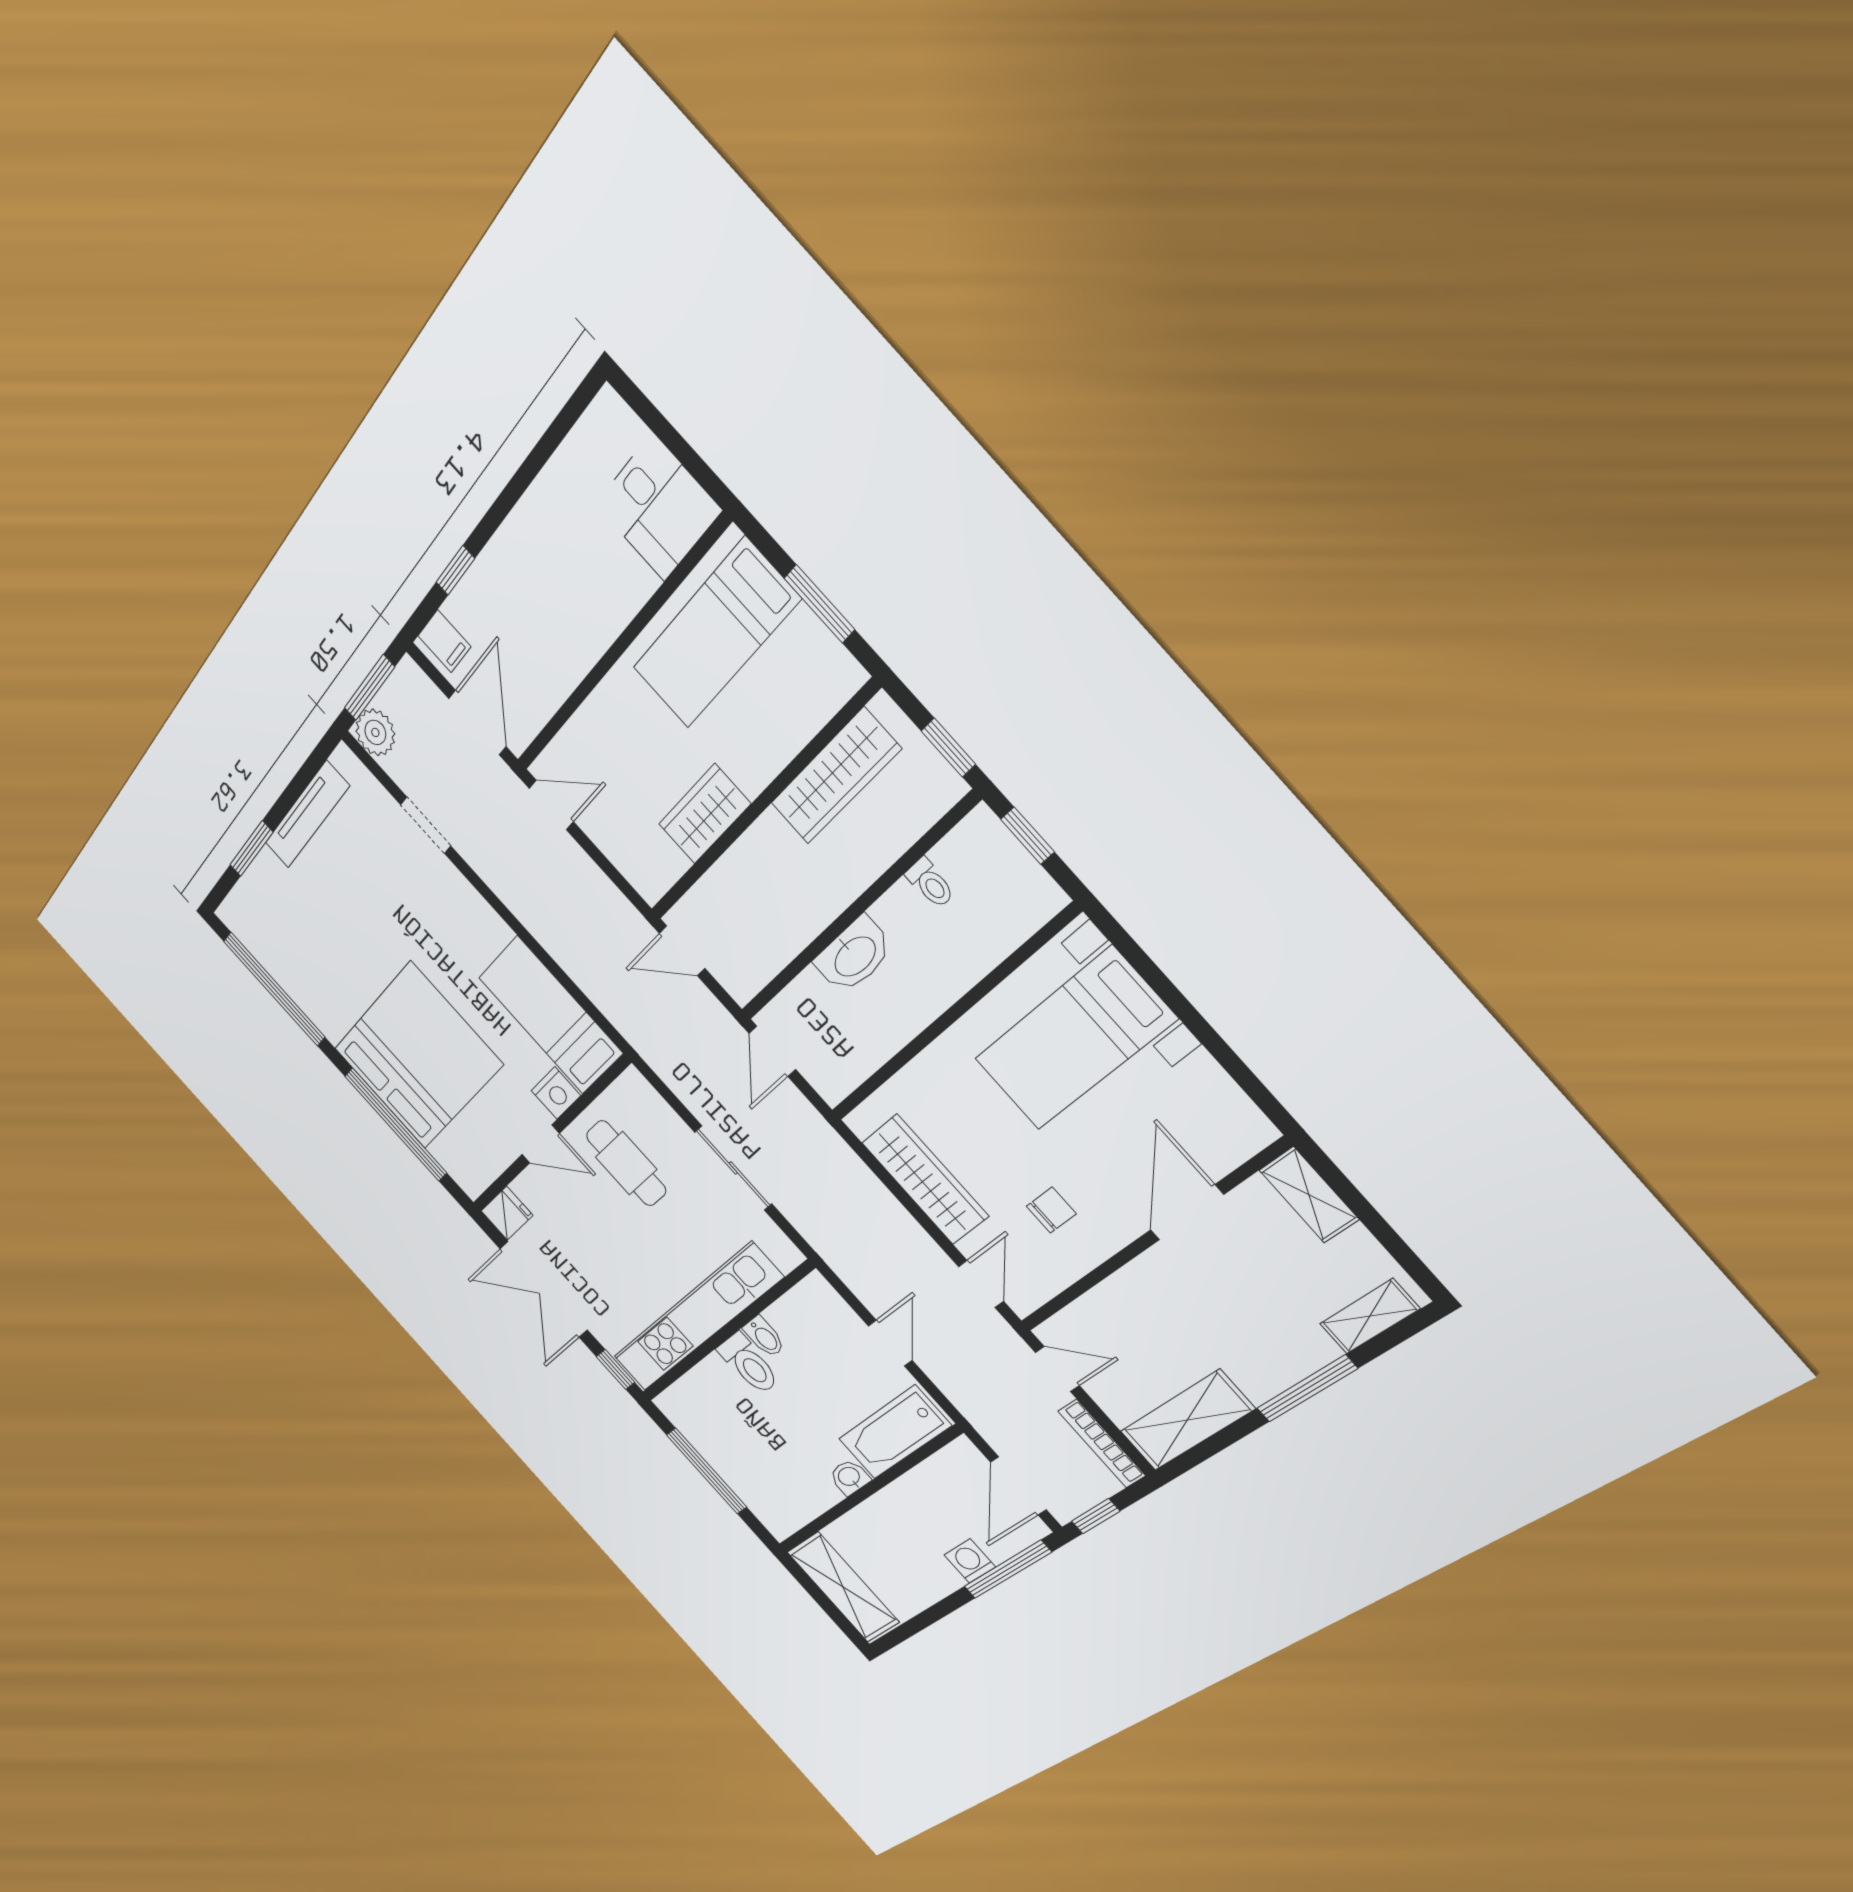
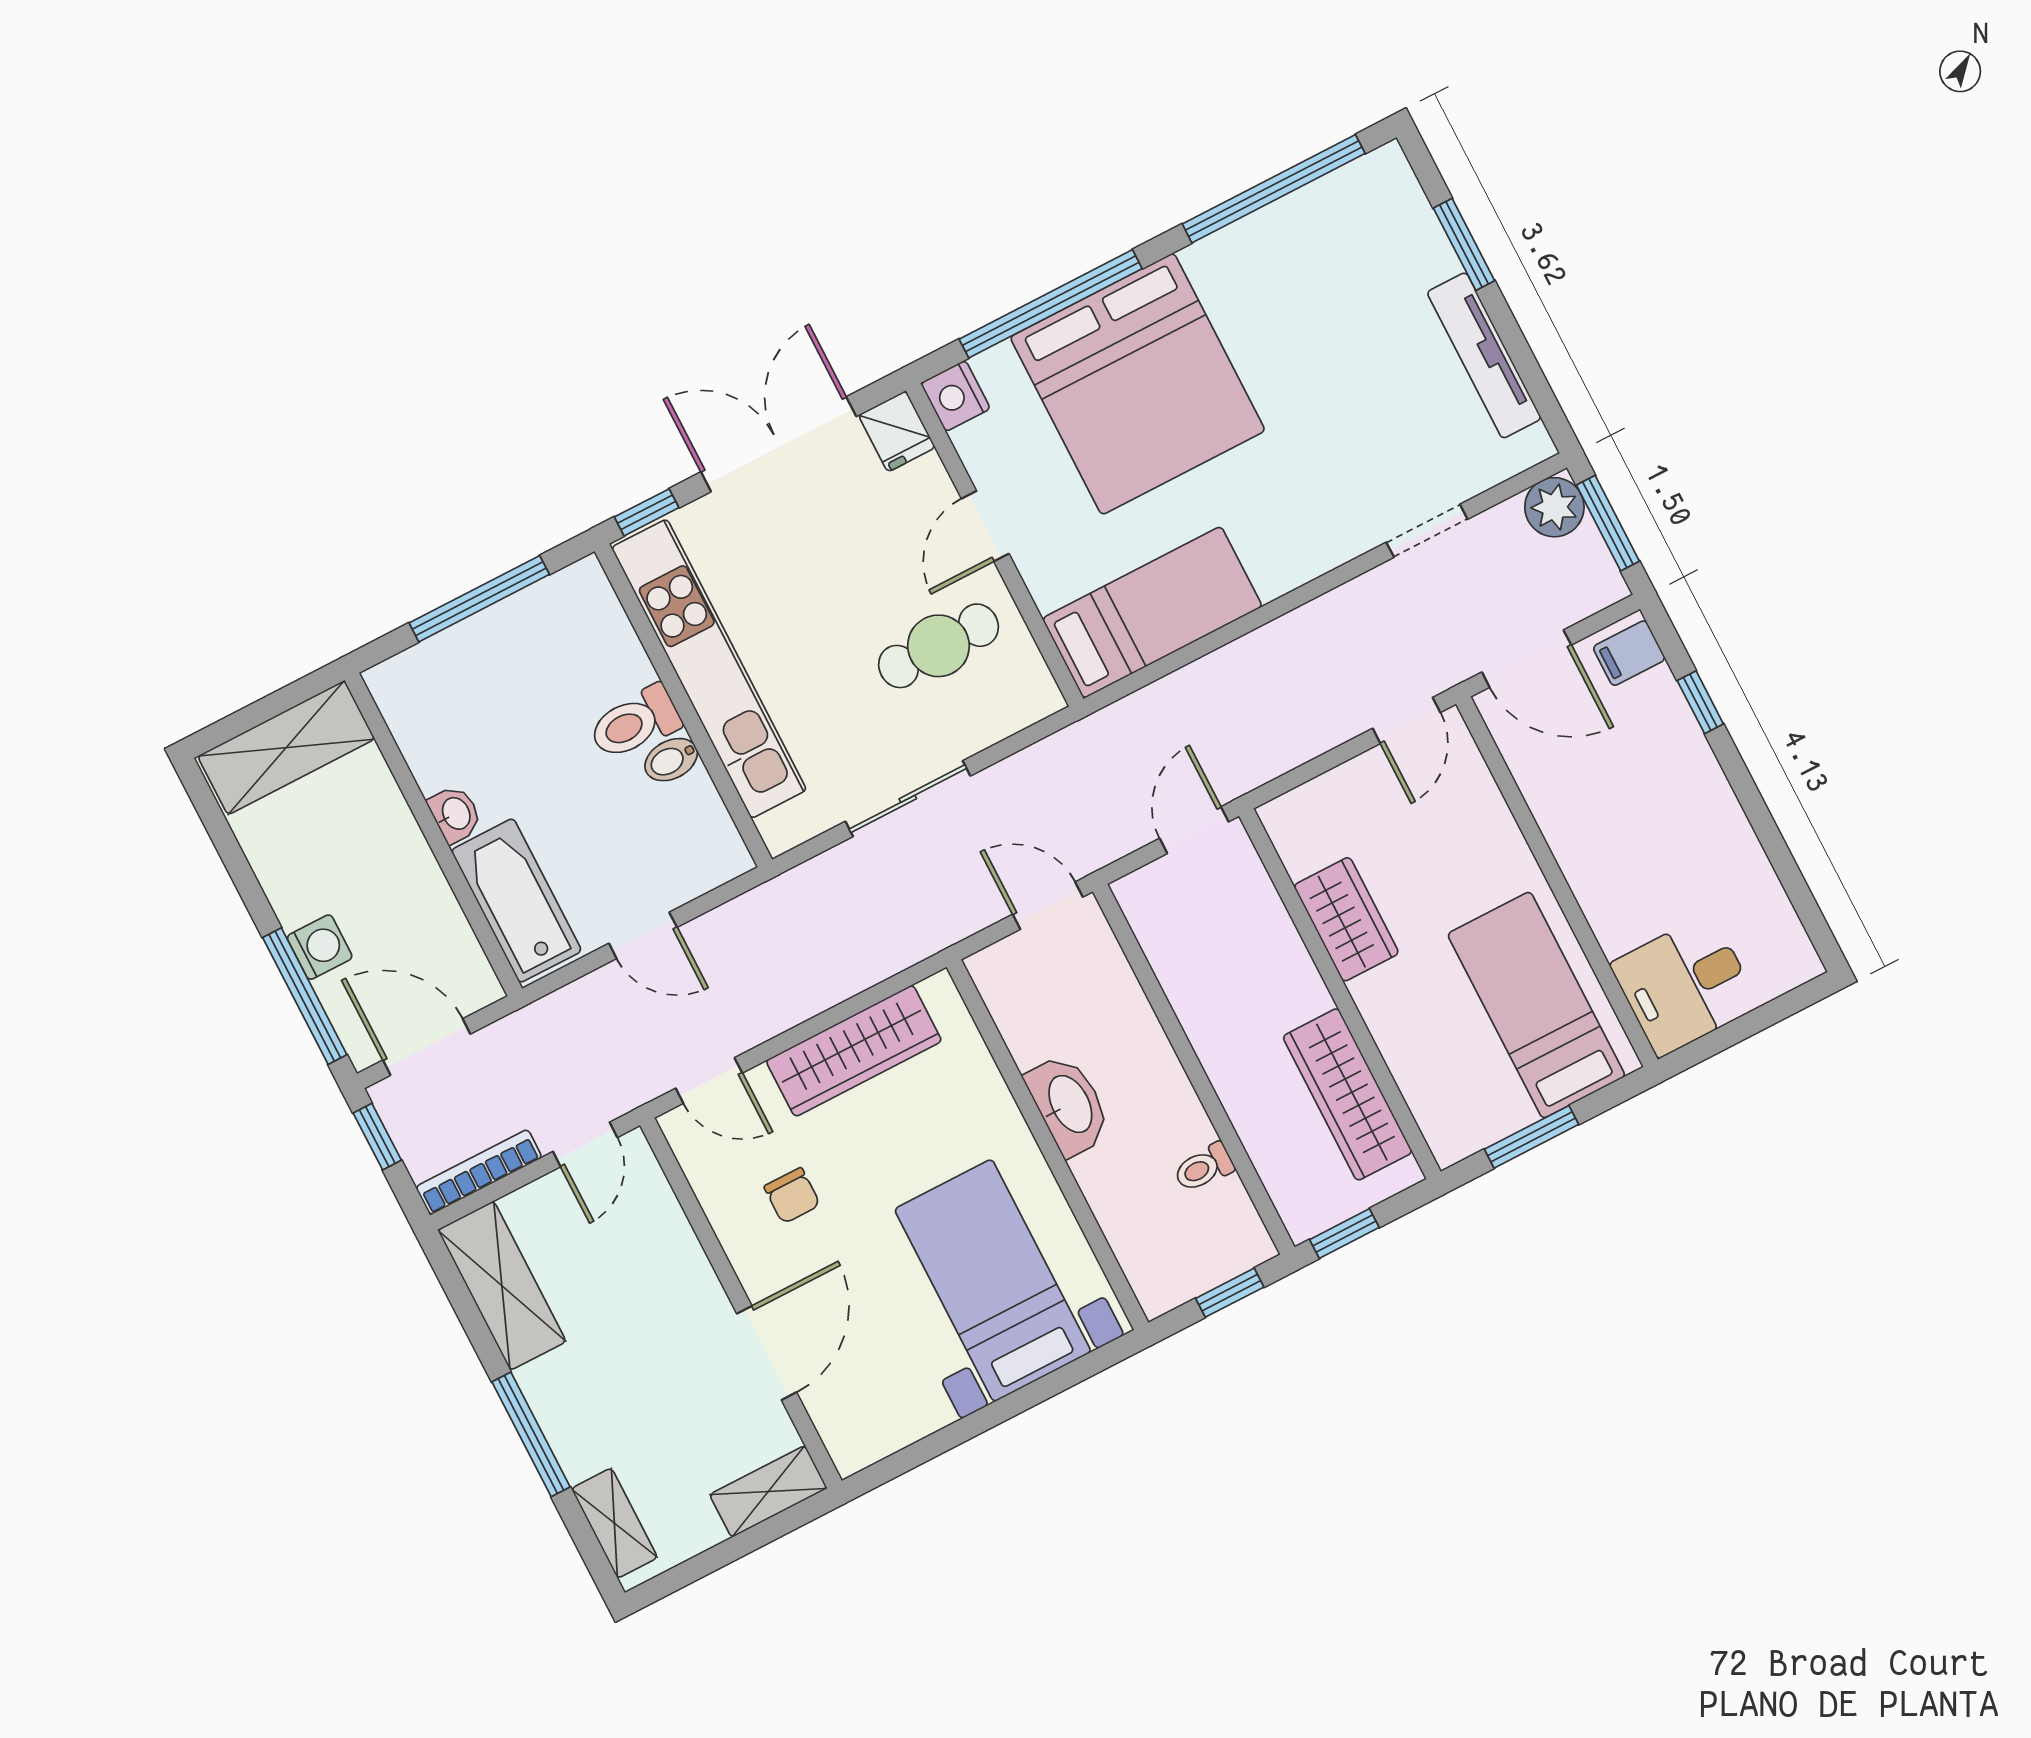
washbasin: (854, 955) -> (1069, 1105), moved, turned 180
nightstand: (556, 1093) -> (955, 396), moved
door: (1187, 1212) -> (767, 1353), hinge flipped

